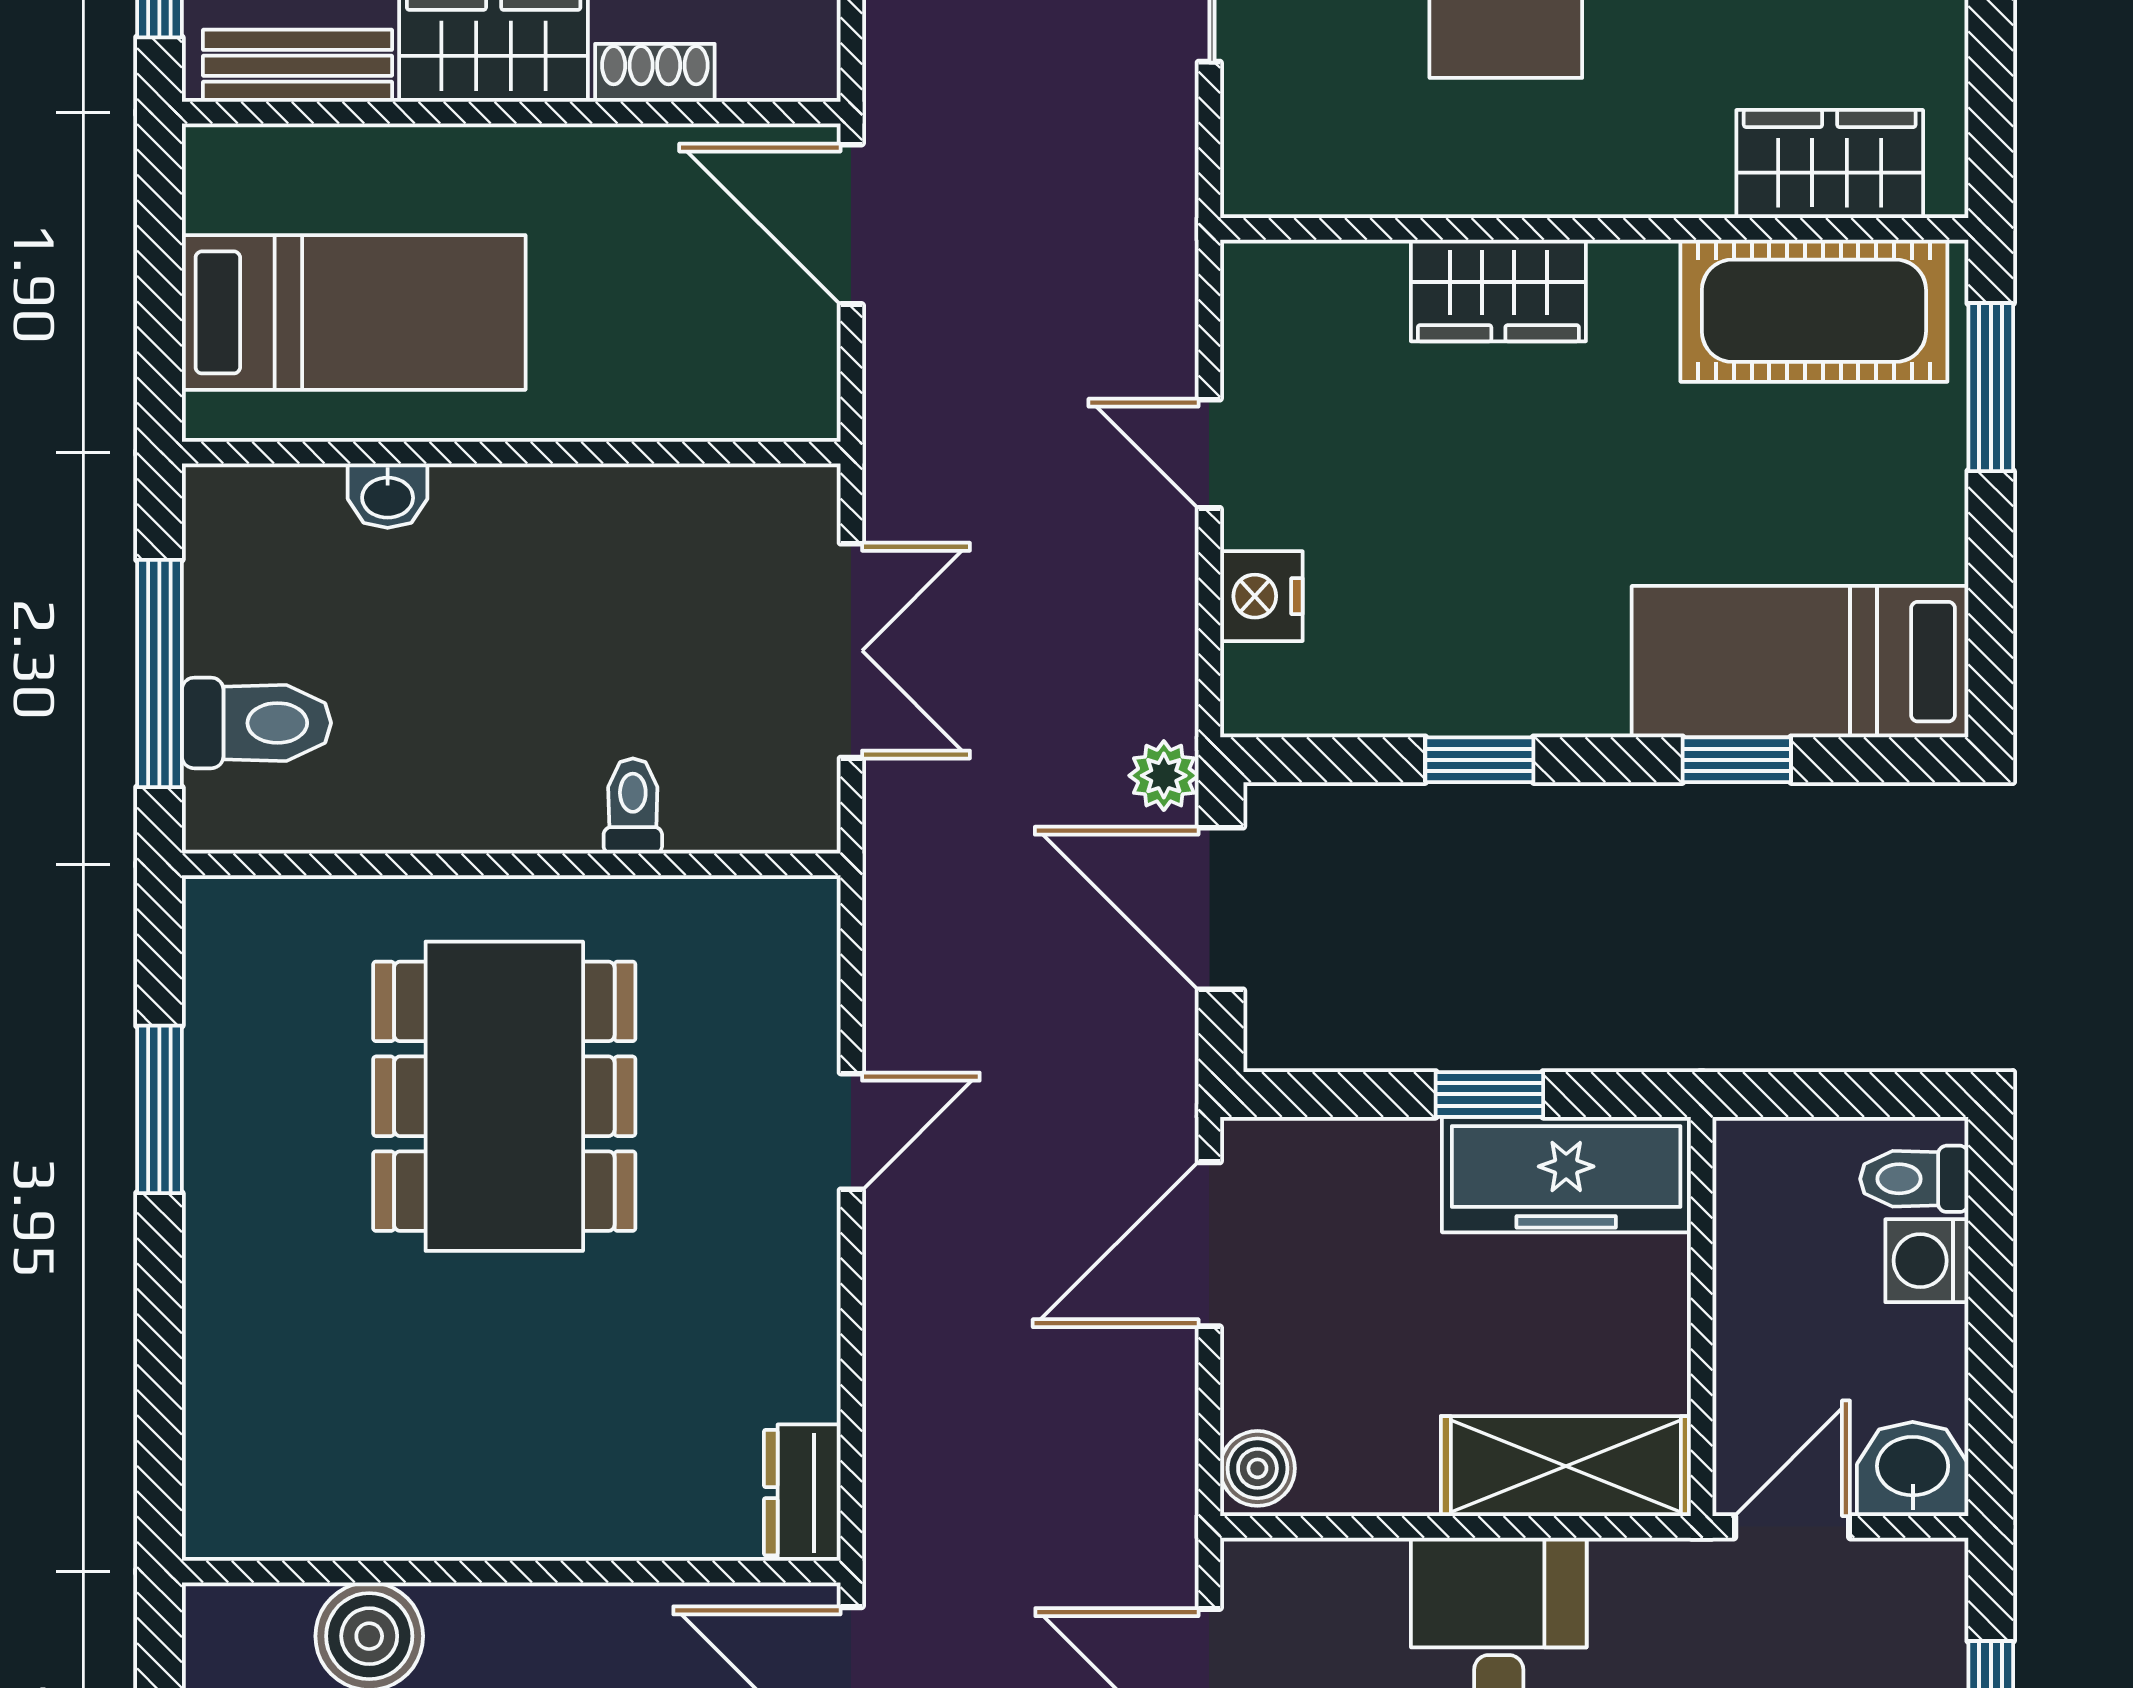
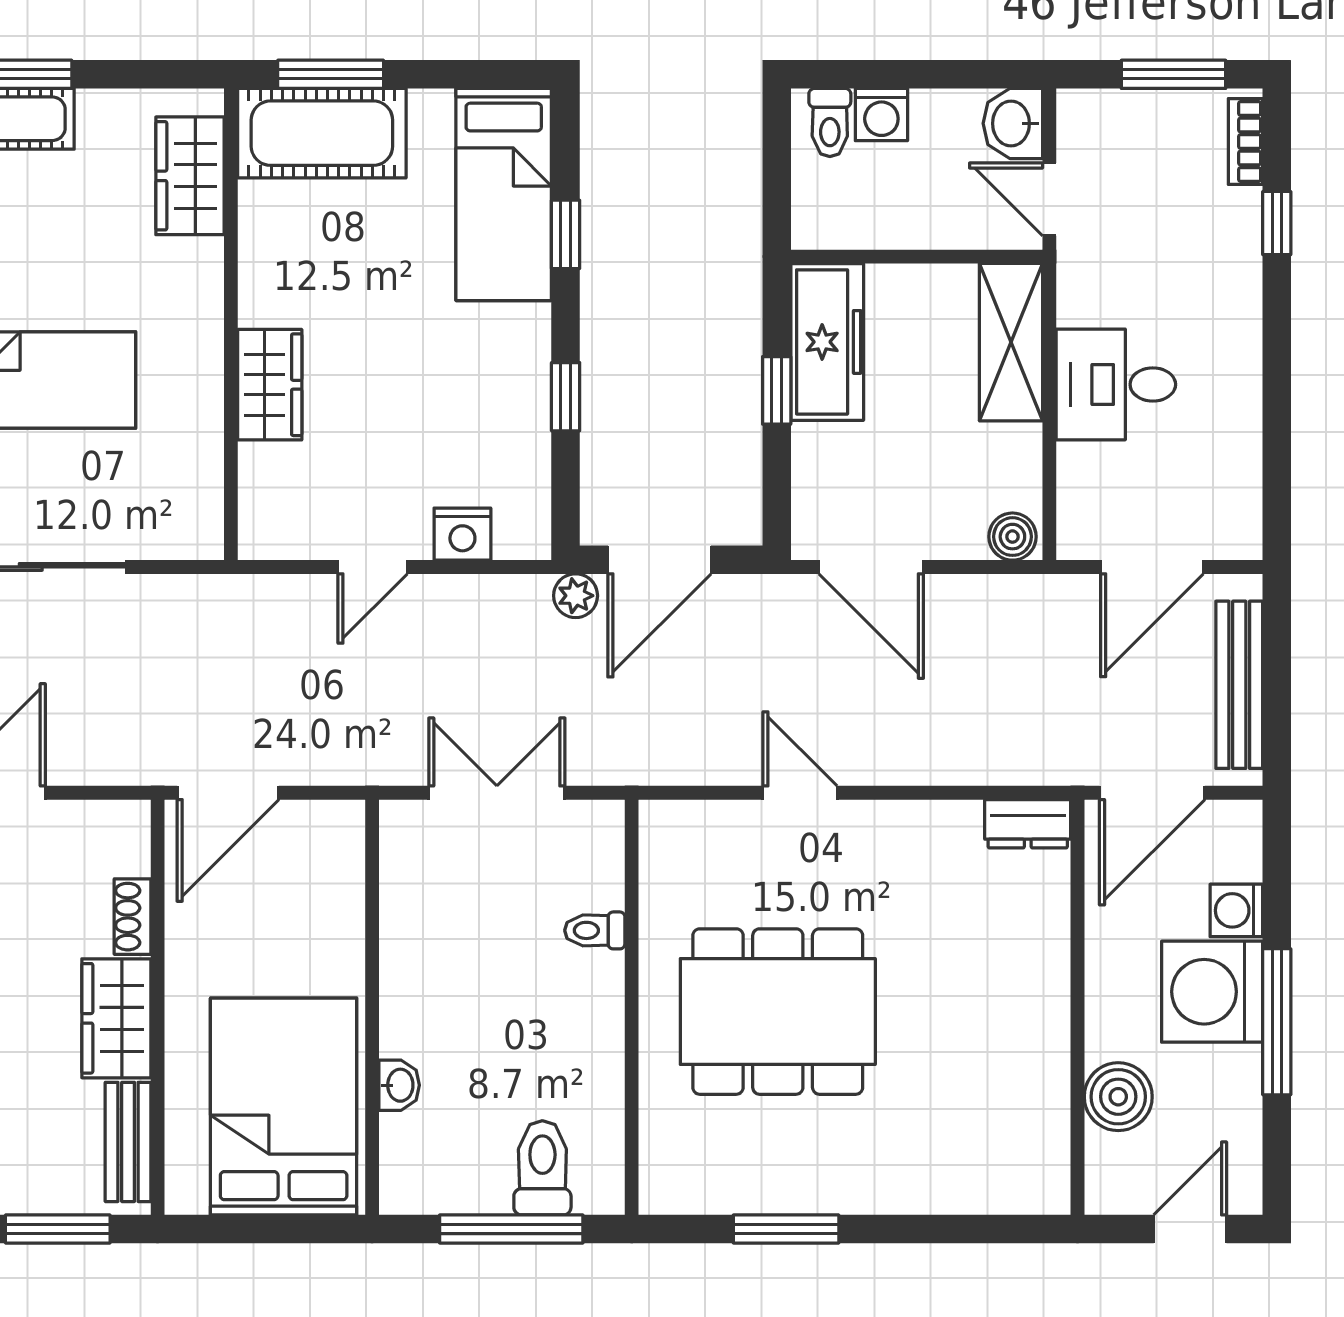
cot: (1814, 311) -> (322, 133), moved, turned 90
bed: (354, 312) -> (284, 1107), width x1.50

